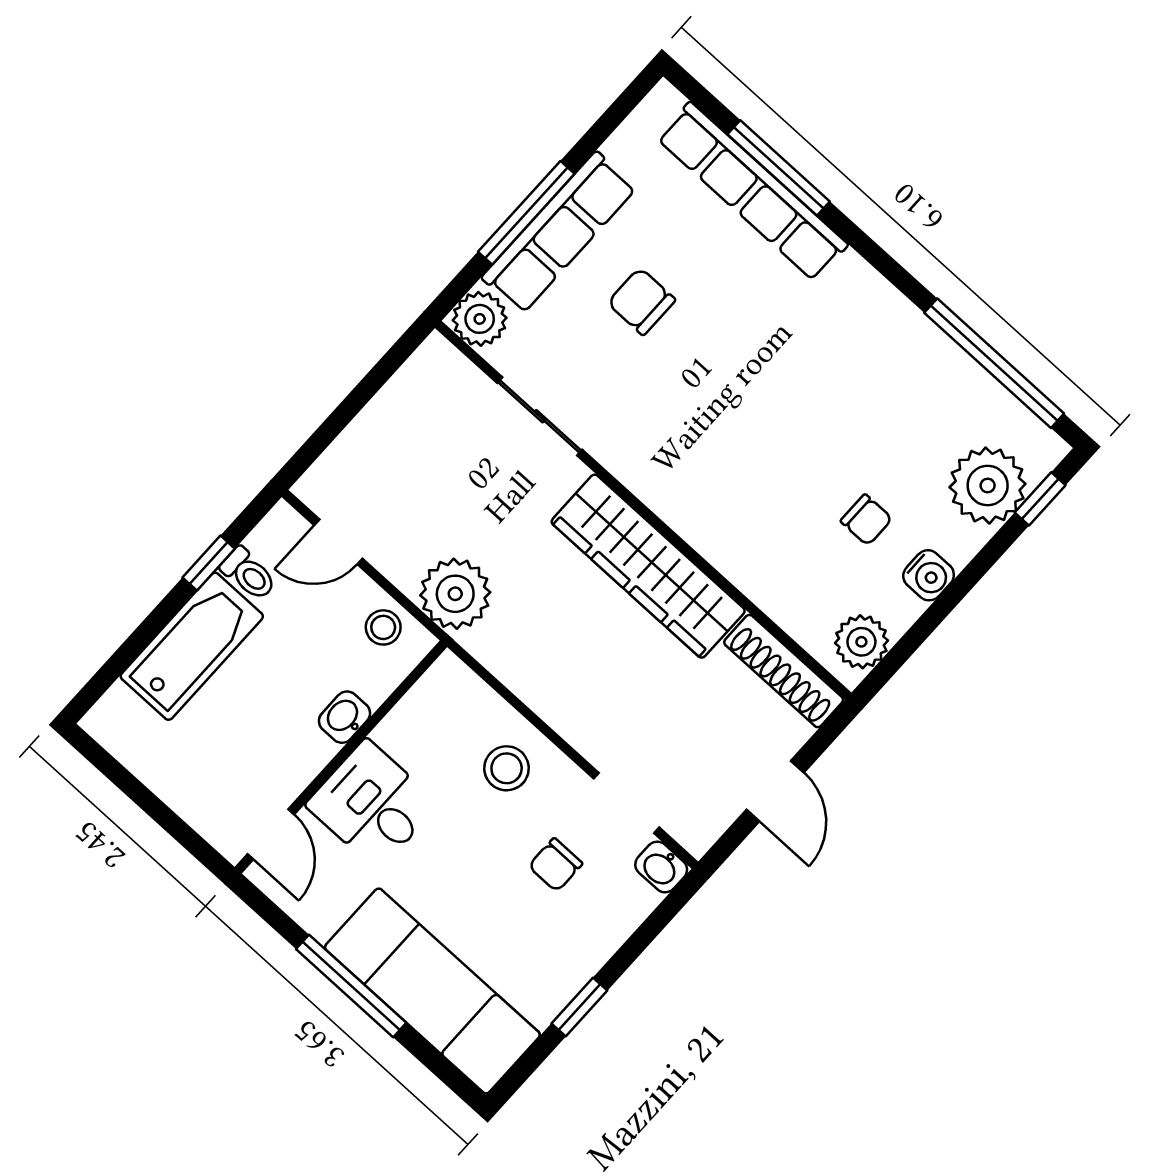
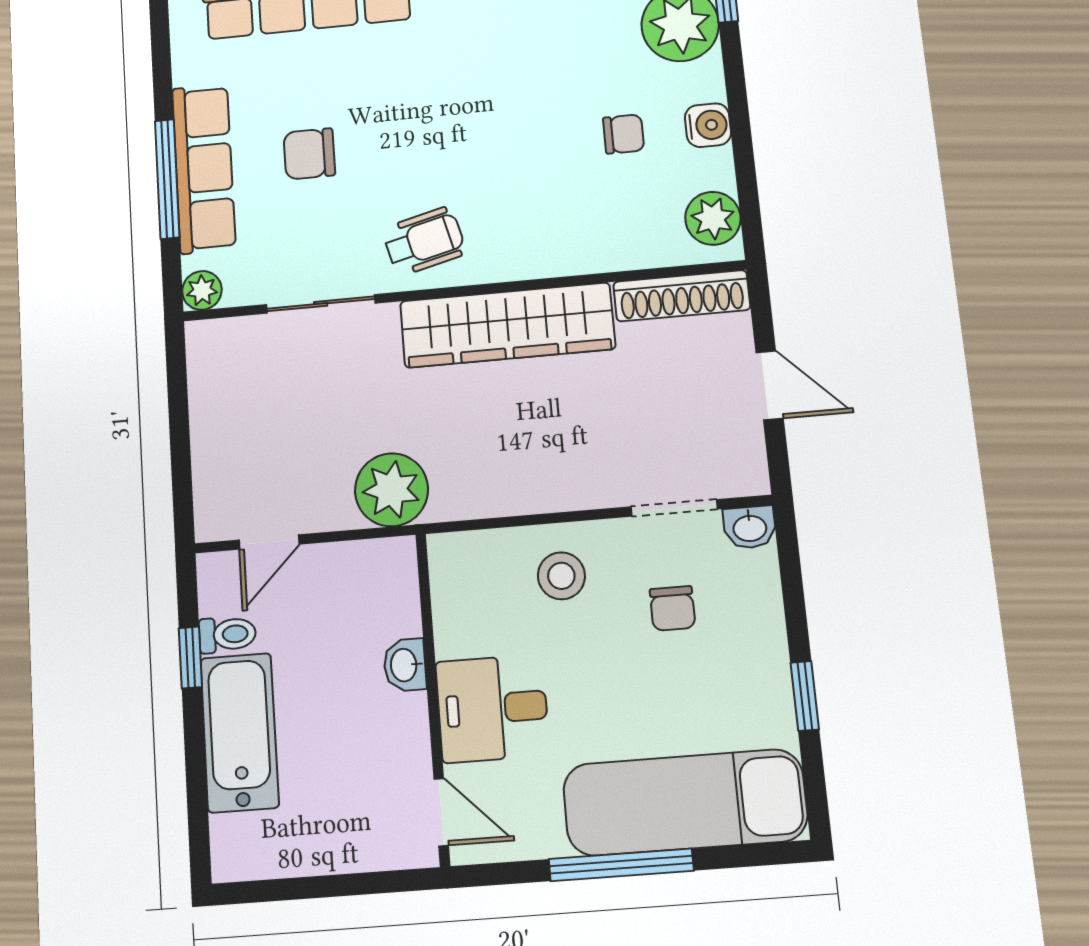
plant: (480, 319) -> (202, 290), width x0.73, depth x0.73
wheelchair: (654, 448) -> (424, 241), added
stool: (383, 627) -> (365, 569), removed

